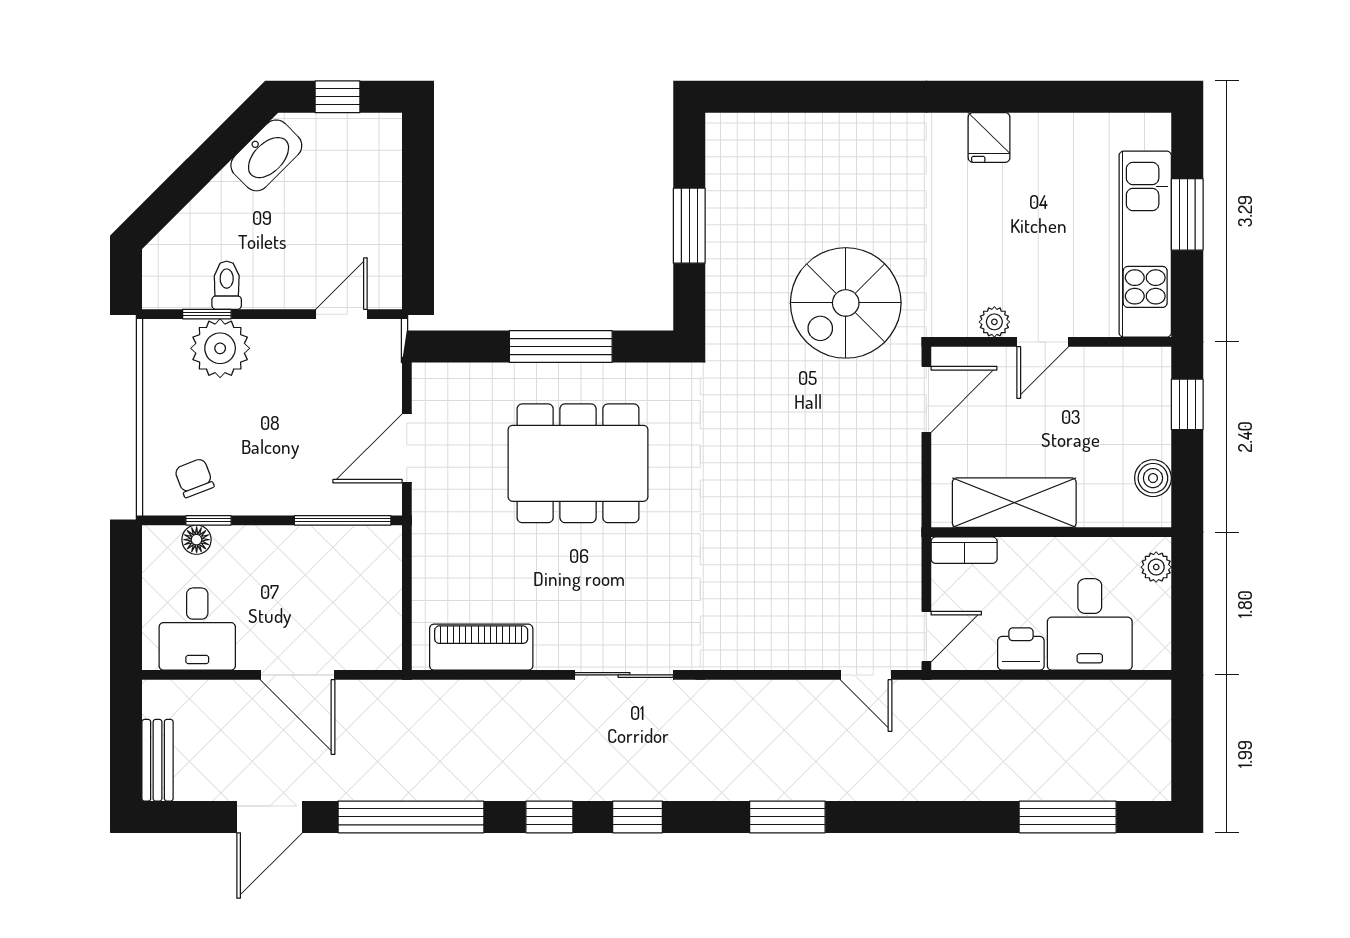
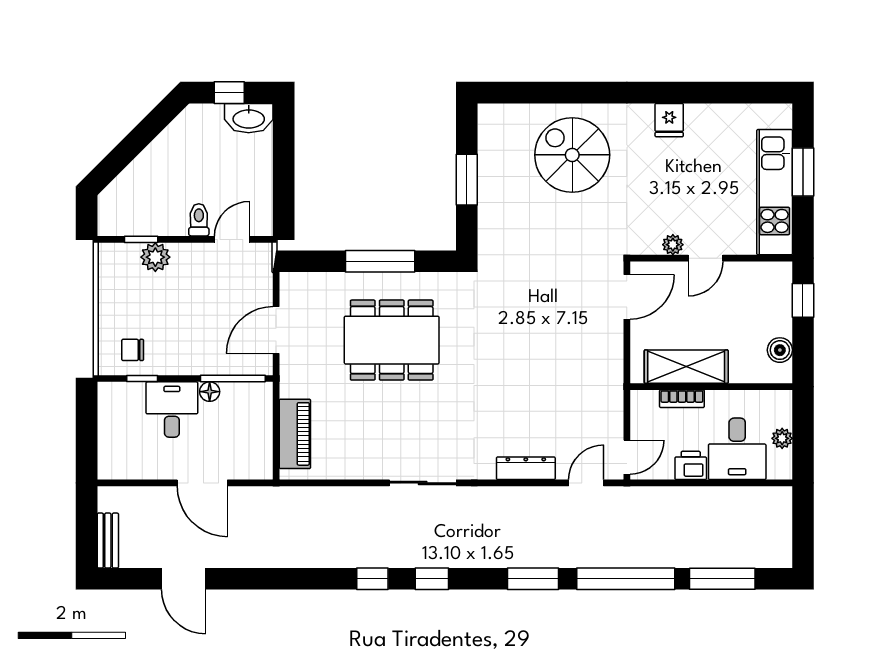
washbasin: (266, 155) -> (249, 118), moved, turned 45
toilet: (227, 285) -> (199, 220), moved
spiral stairs: (846, 303) -> (572, 155), moved, turned 90
plant: (220, 348) -> (155, 257), width x0.73, depth x0.73
chair: (194, 478) -> (133, 350), turned -69
floor lamp: (197, 540) -> (210, 392), moved
bookcase: (964, 550) -> (682, 399), moved
plant: (1156, 567) -> (782, 438), moved
desk: (197, 629) -> (172, 410), moved, turned 180
piano: (481, 647) -> (295, 434), moved, turned 90
dresser: (777, 653) -> (526, 468), added
door: (866, 675) -> (586, 483), swing flipped
door: (270, 817) -> (183, 579), hinge flipped
window: (411, 817) -> (626, 579), moved

